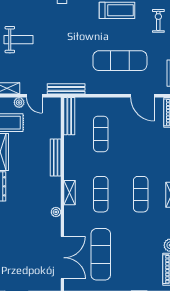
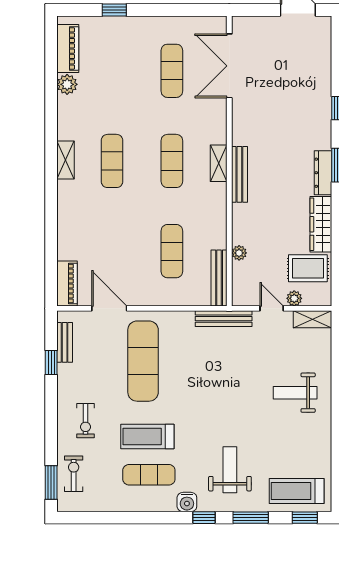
exercise mat: (120, 61) -> (143, 361), turned 90
bench: (56, 158) -> (239, 174), moved
plant: (56, 212) -> (239, 253), moved
exercise mat: (101, 254) -> (172, 71), width x0.73, depth x0.69

